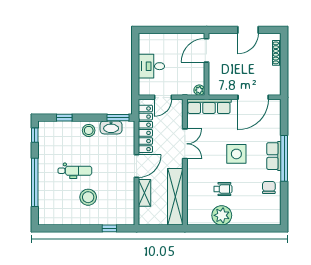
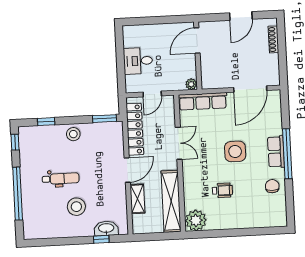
washbasin: (111, 127) -> (106, 228), moved, turned 180
plant: (222, 215) -> (196, 220), moved

